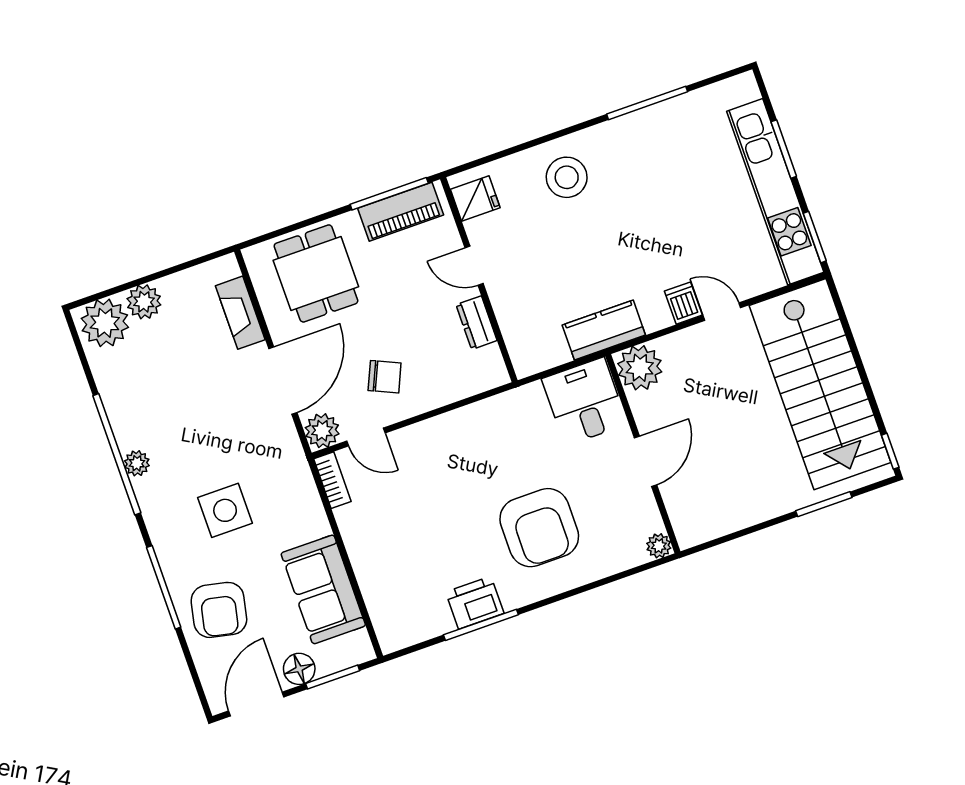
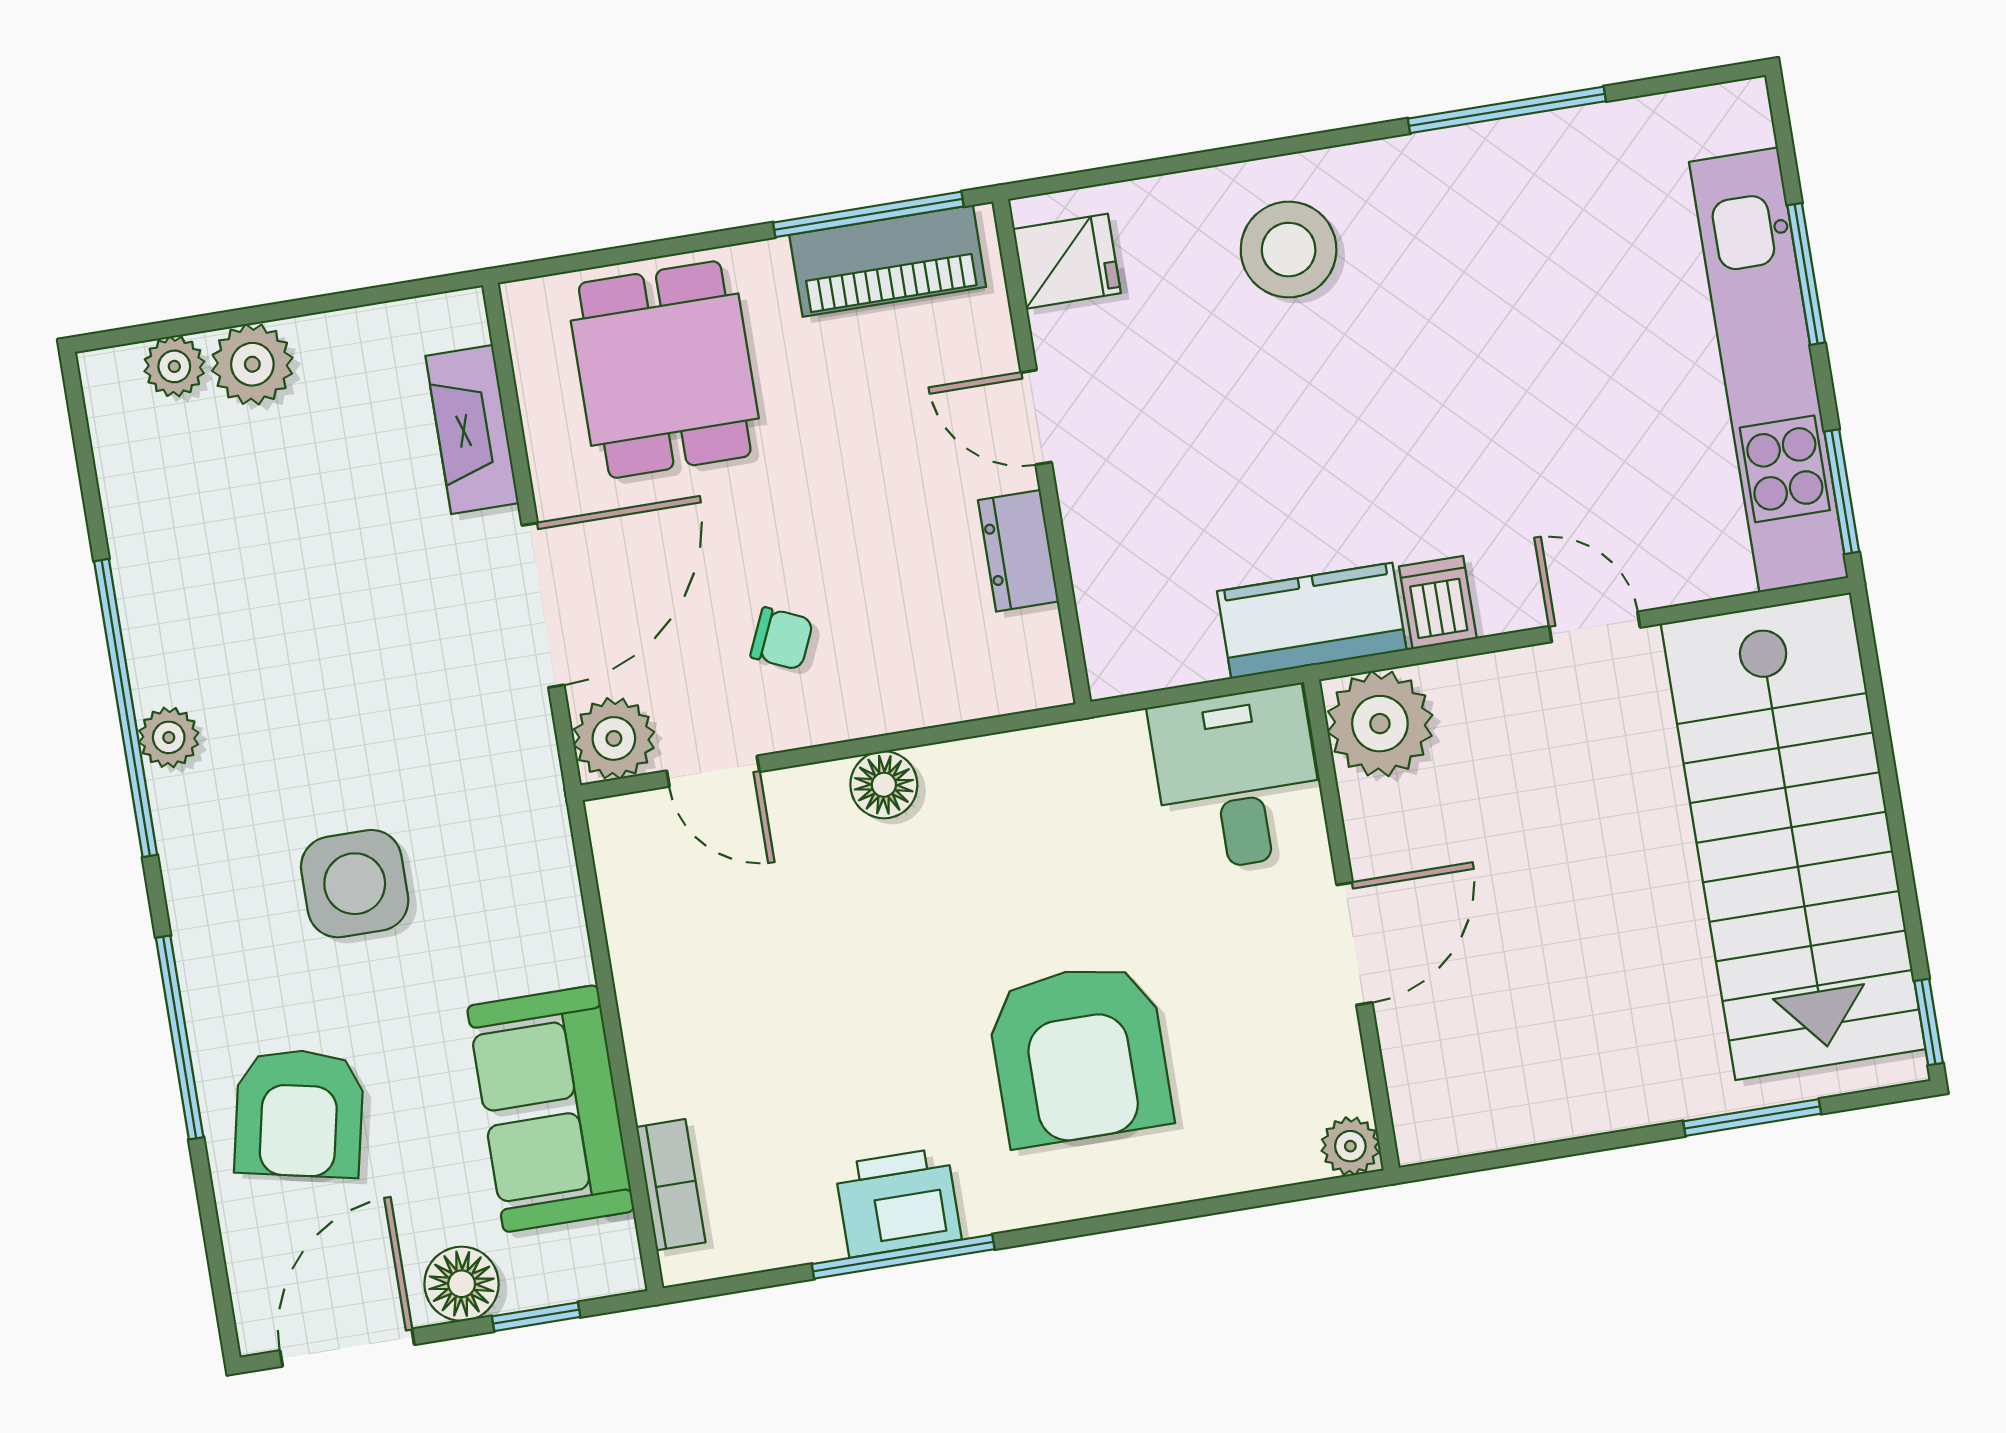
dishwasher: (683, 303) -> (1438, 603), moved
plant: (105, 323) -> (174, 366), width x0.53, depth x0.53
chair: (385, 377) -> (782, 639), width x0.73, depth x0.73
floor lamp: (438, 430) -> (884, 785), added
bookcase: (332, 480) -> (671, 1185), moved
window: (333, 677) -> (536, 1317), width x0.67

